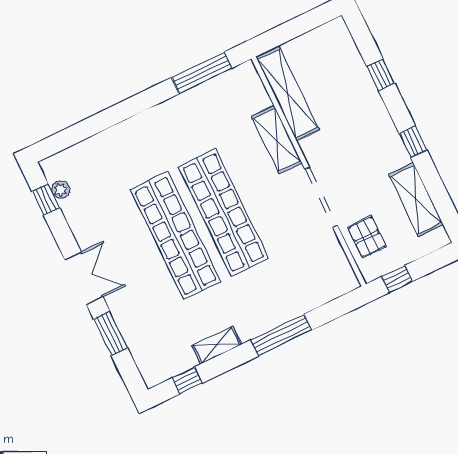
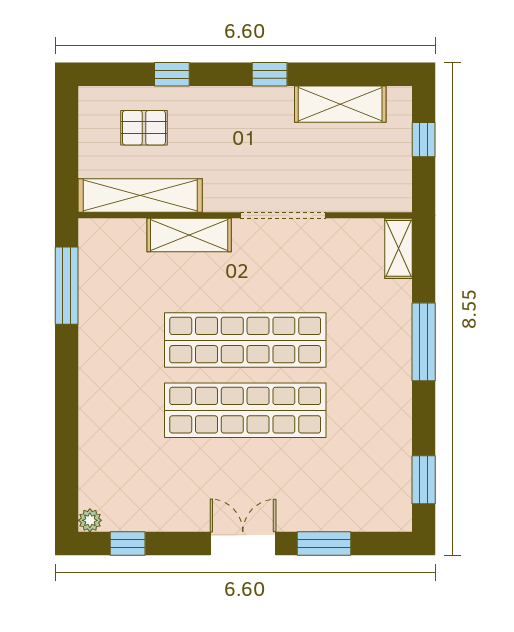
plant: (61, 190) -> (90, 520), moved
pallet: (367, 237) -> (144, 128), moved
window: (397, 279) -> (424, 140), moved
shelving: (217, 345) -> (399, 248), moved
window: (187, 380) -> (424, 480), width x1.50

